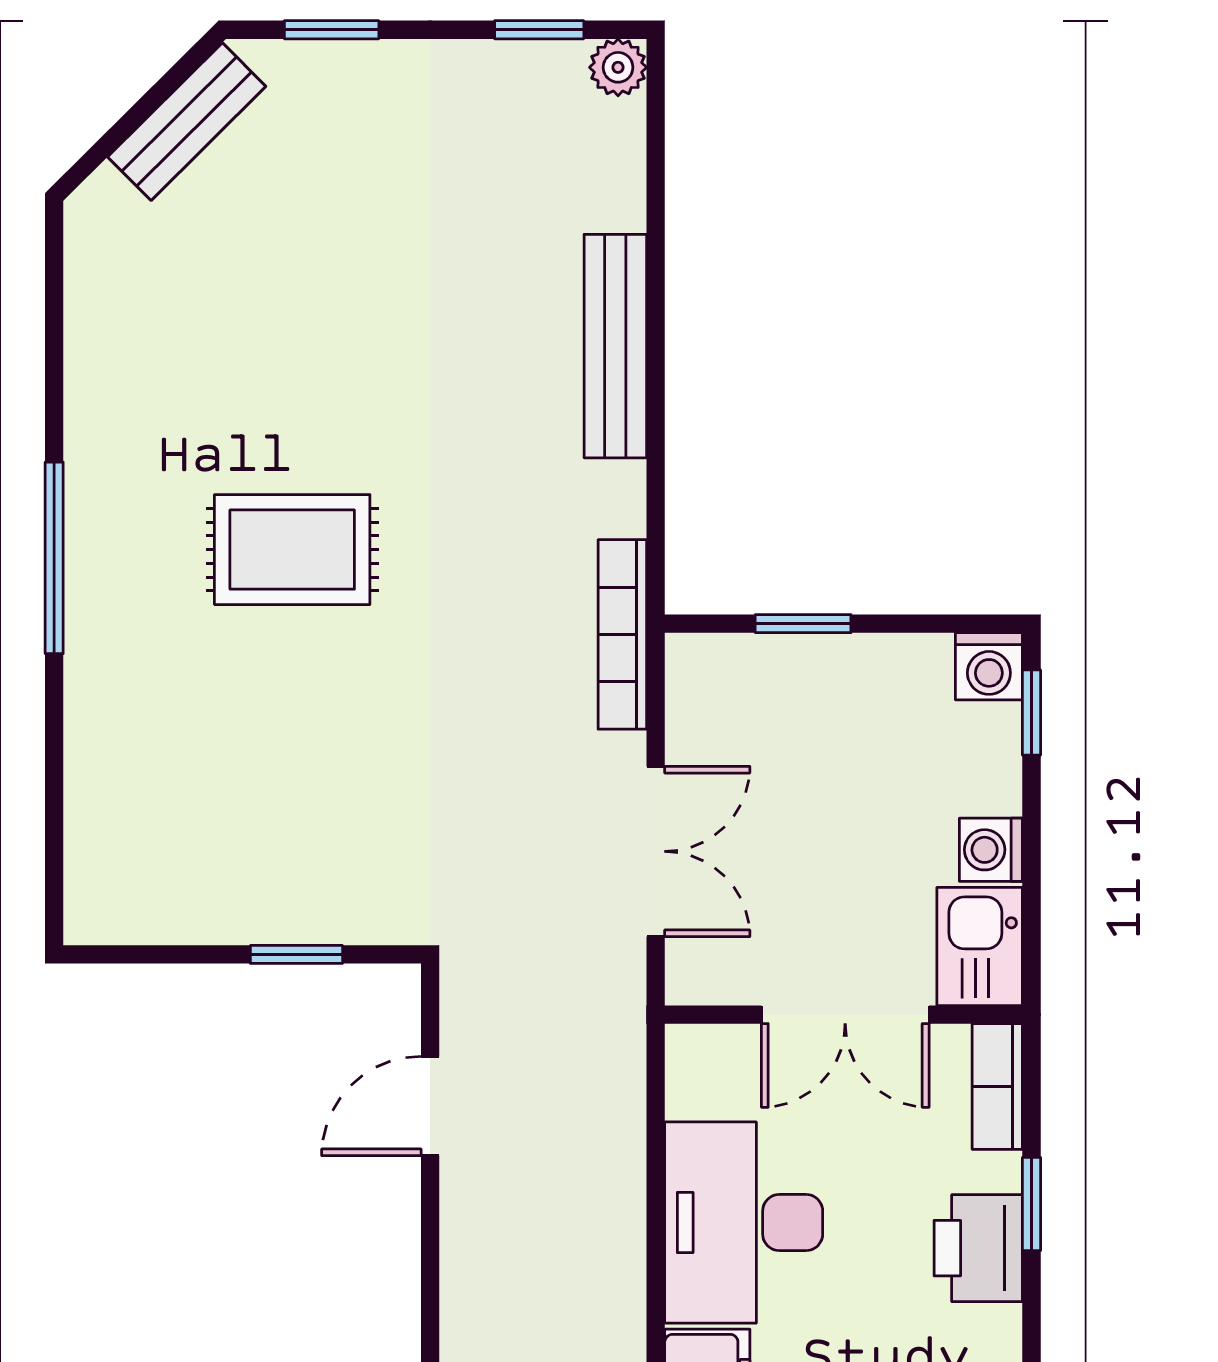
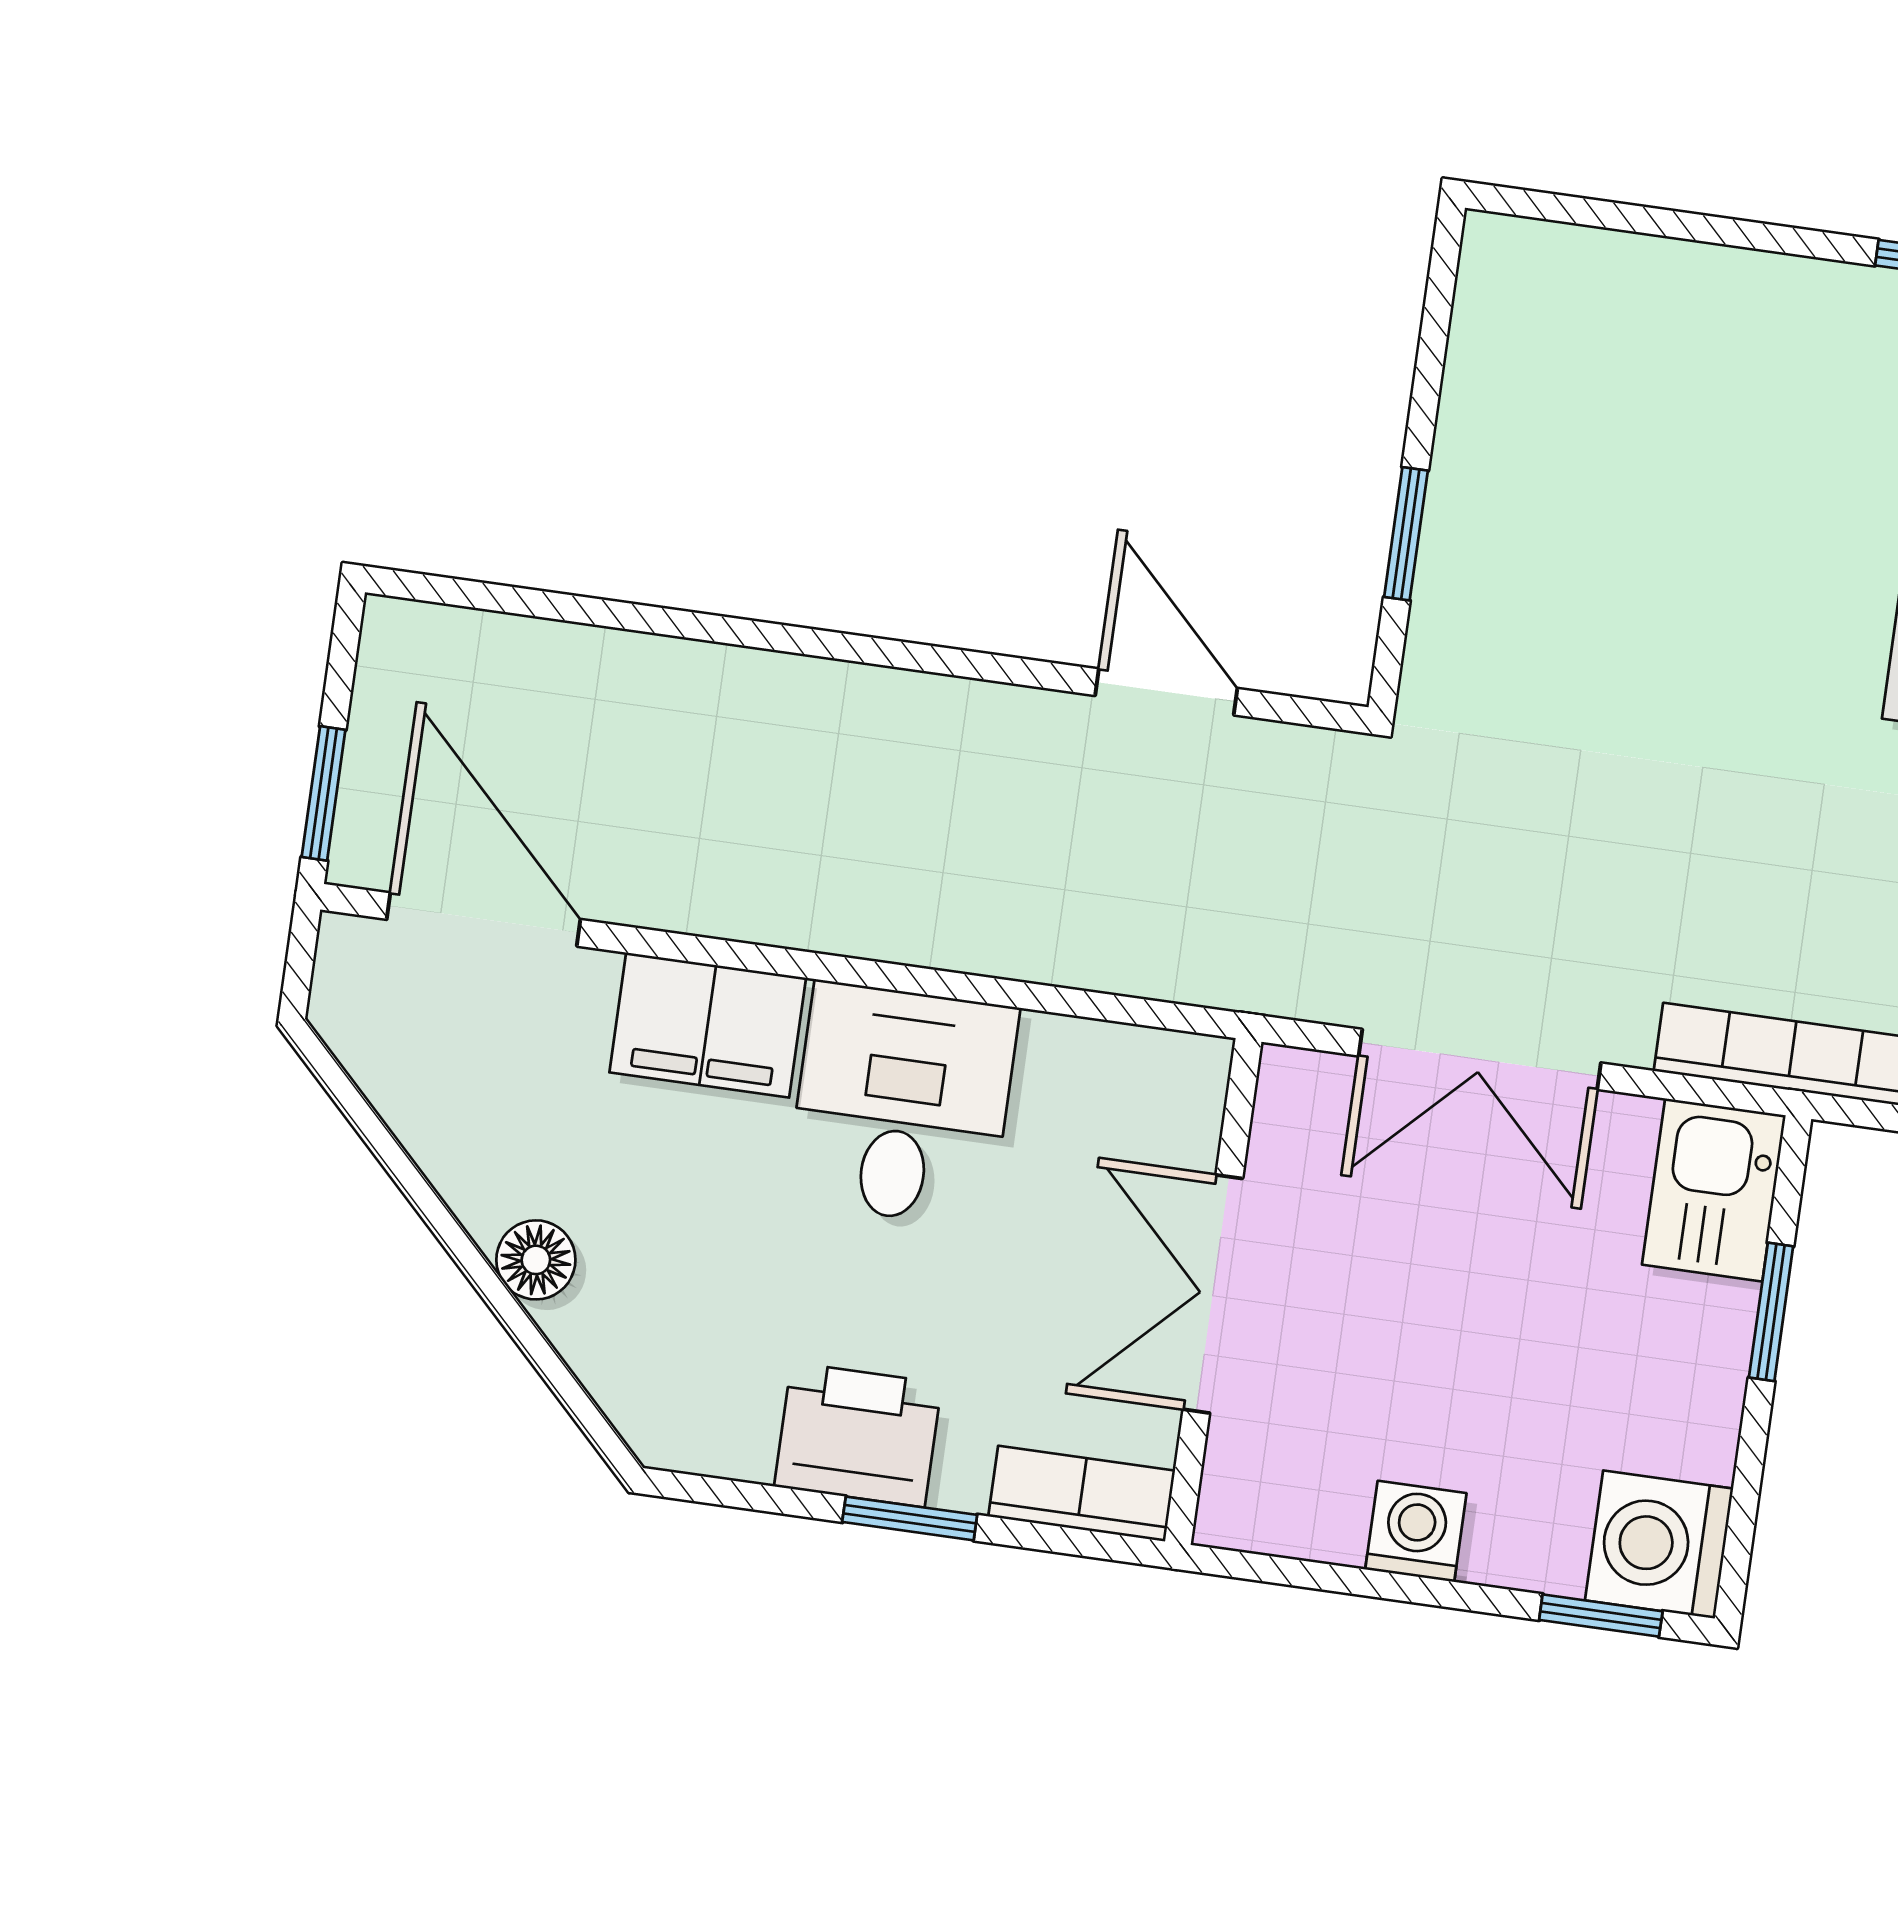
washing machine: (989, 666) -> (1659, 1544), width x1.38, depth x1.38
kitchen sink: (980, 946) -> (1714, 1190), moved, turned -90
desk: (744, 1223) -> (902, 1105), width x0.73

